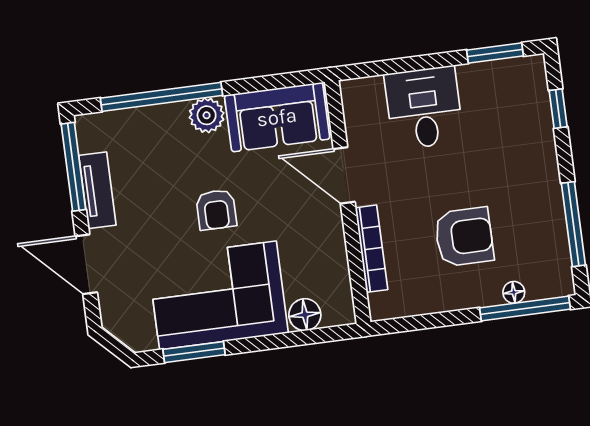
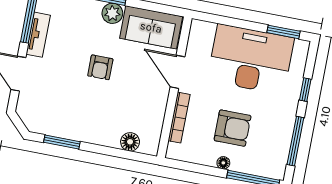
desk: (424, 108) -> (251, 59), width x1.87, depth x1.30
window: (558, 109) -> (305, 90), moved
floor lamp: (514, 292) -> (223, 163), moved
corner sofa: (218, 295) -> (85, 115), removed

